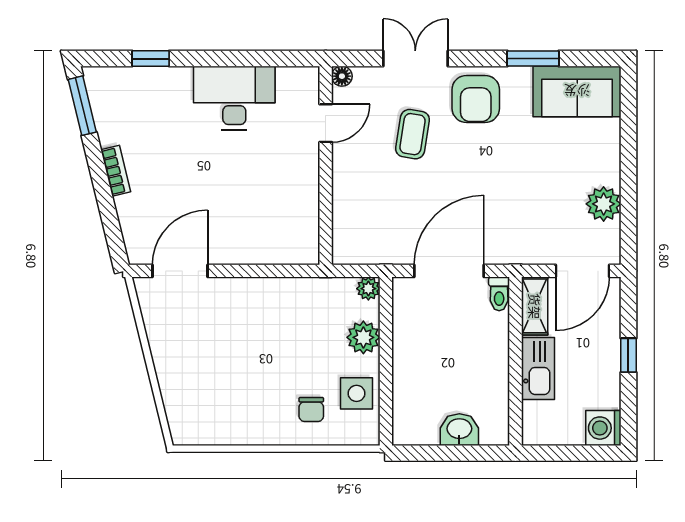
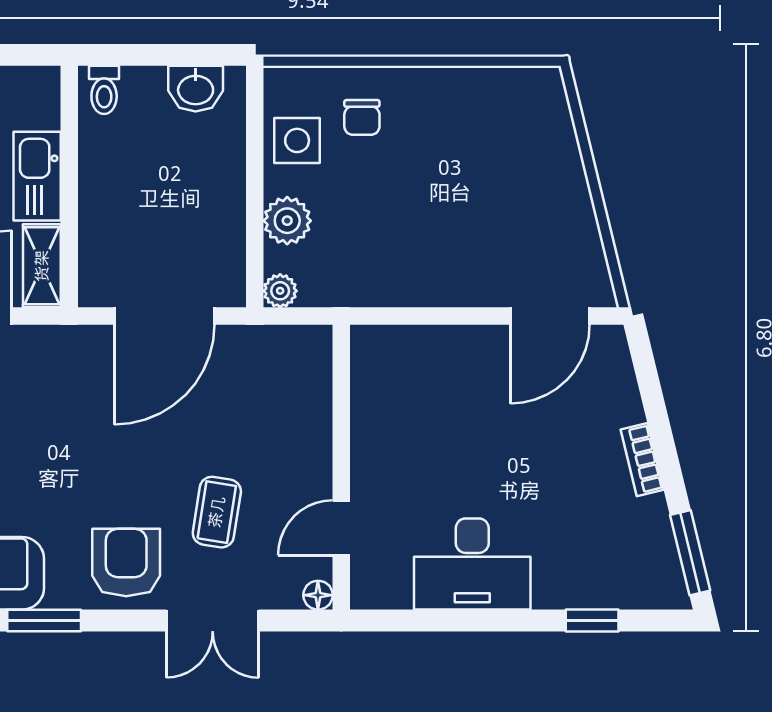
toilet: (499, 294) -> (104, 90), moved, turned 180
chair: (311, 409) -> (362, 117), turned 180
washbasin: (459, 430) -> (196, 89), moved

